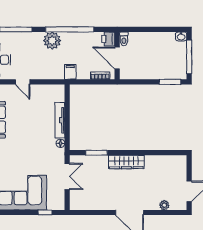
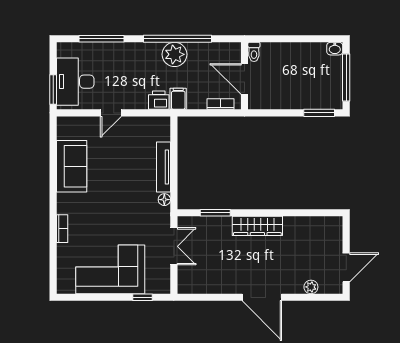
printer: (108, 39) -> (159, 100), moved, turned 90
plant: (52, 41) -> (175, 54), moved
door: (23, 82) -> (111, 113), hinge flipped

